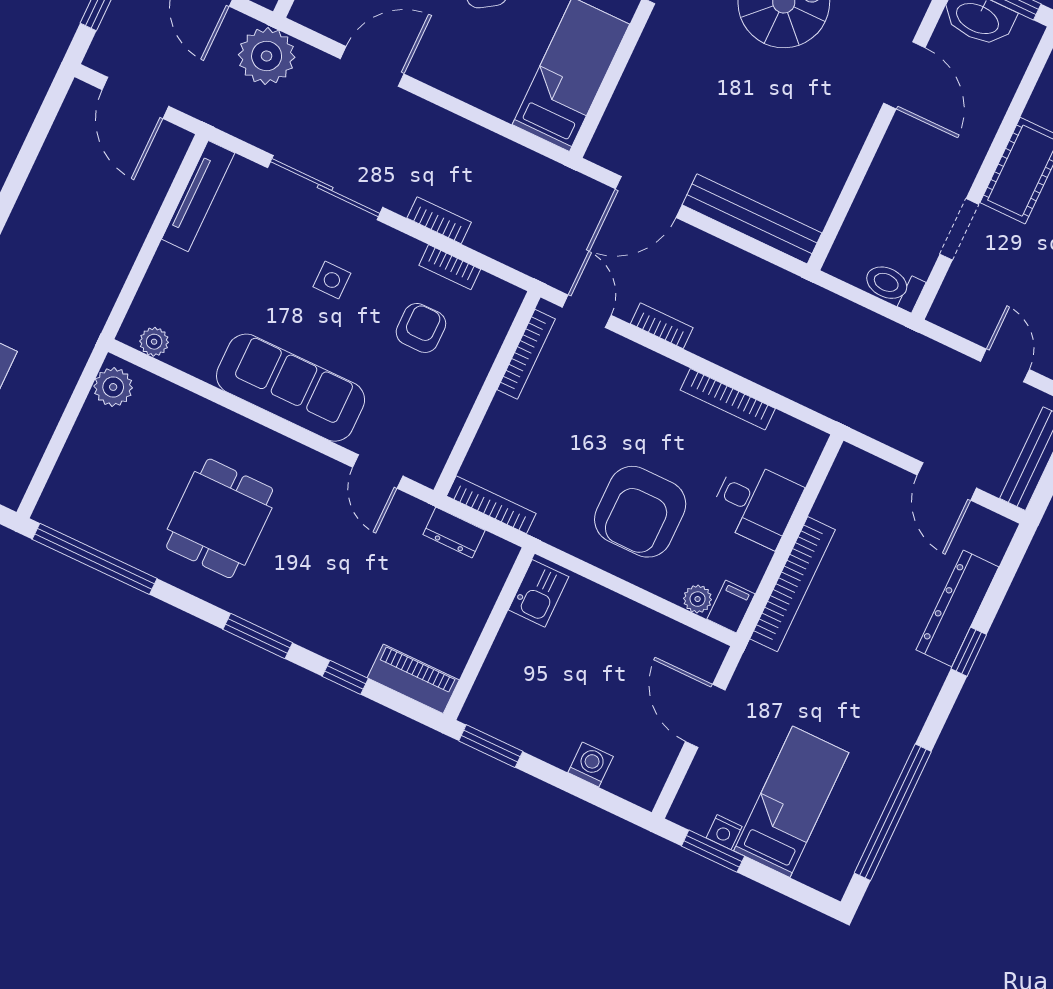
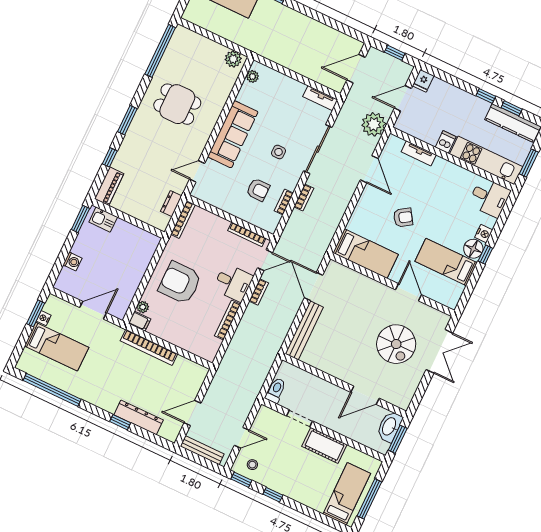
tv unit: (198, 196) -> (320, 98), width x0.71
desk: (756, 503) -> (233, 283), moved, turned -90
kitchen sink: (539, 593) -> (103, 219), moved

